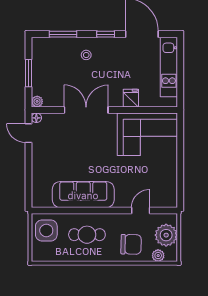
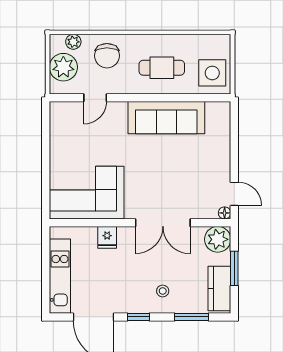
kitchen counter: (41, 57) -> (219, 288), added
plant: (37, 101) -> (218, 239), width x1.88, depth x1.88
chair: (131, 244) -> (107, 56), turned -91

